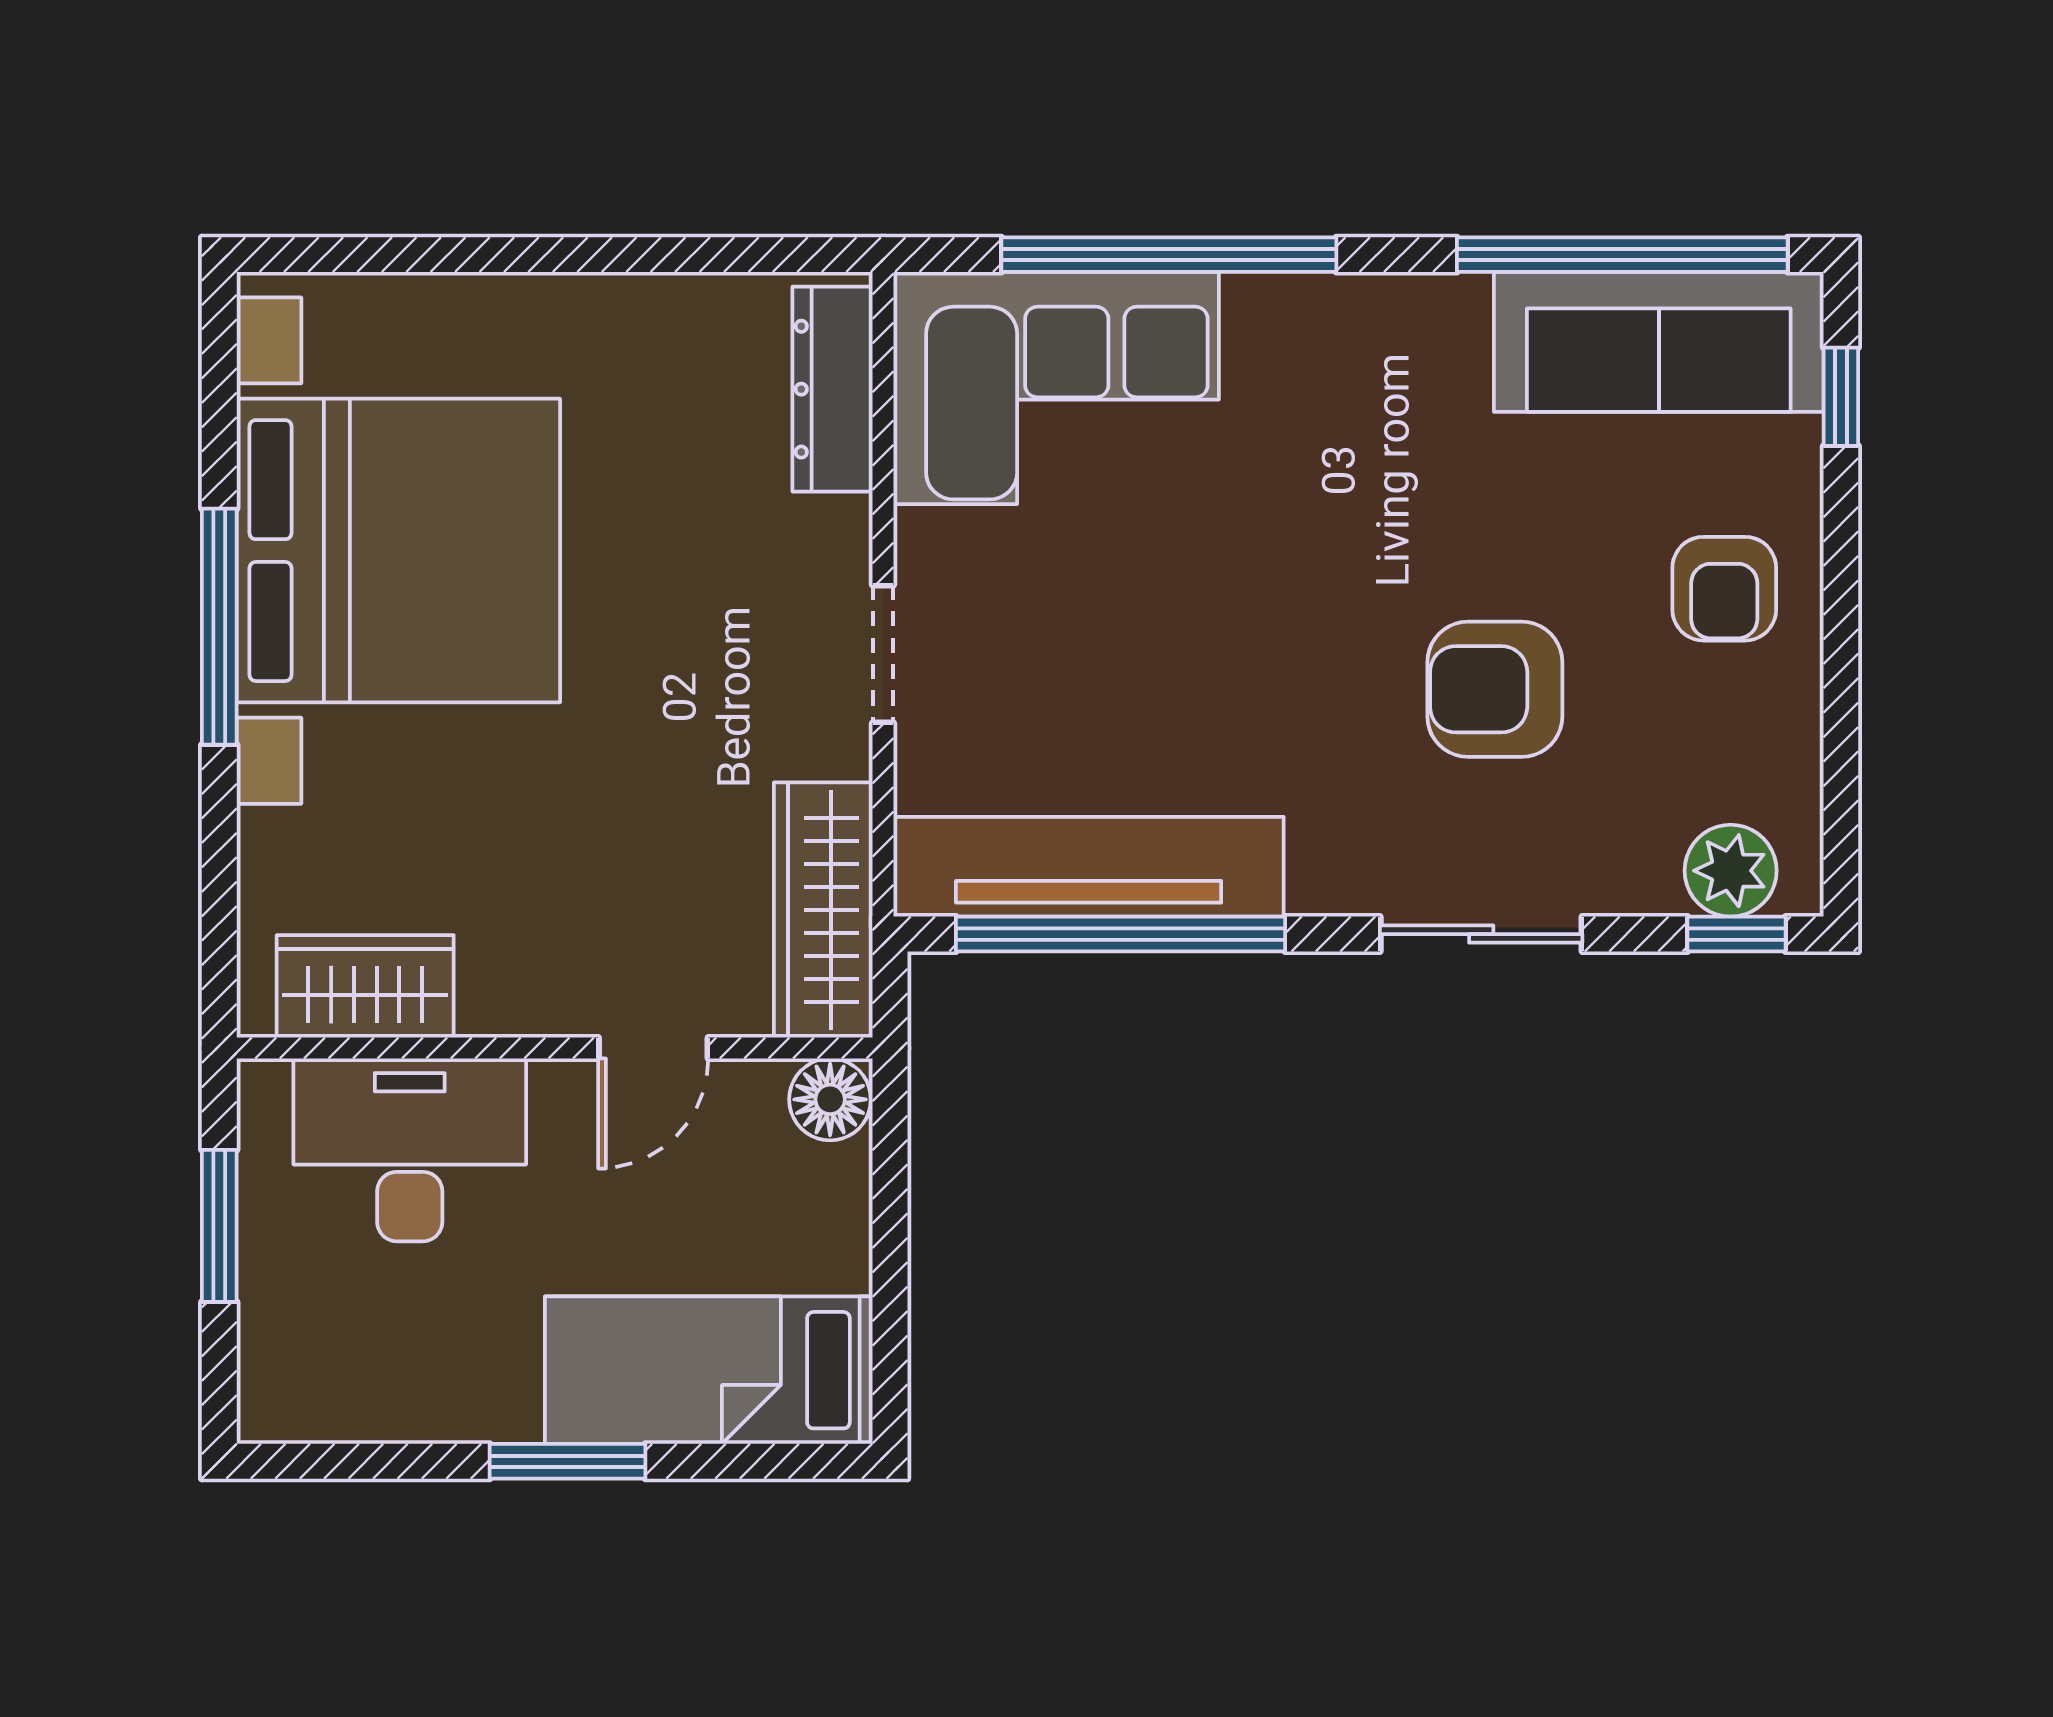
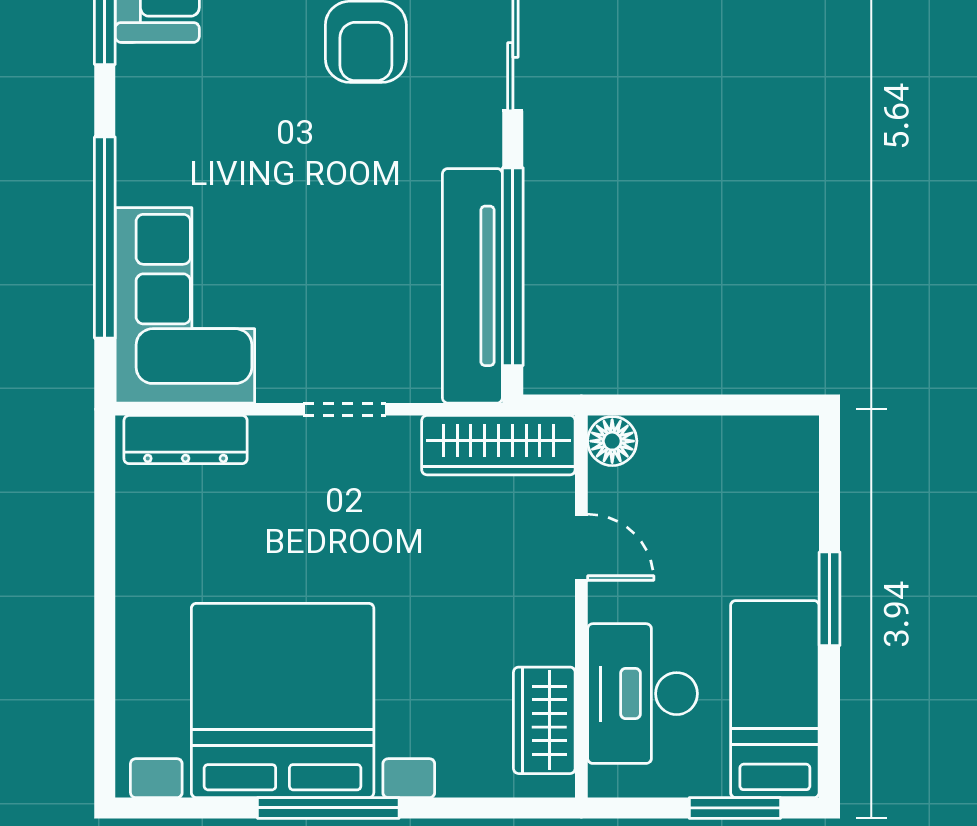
window: (219, 1226) -> (735, 808), moved
bed: (709, 1370) -> (775, 699), moved, turned 180

